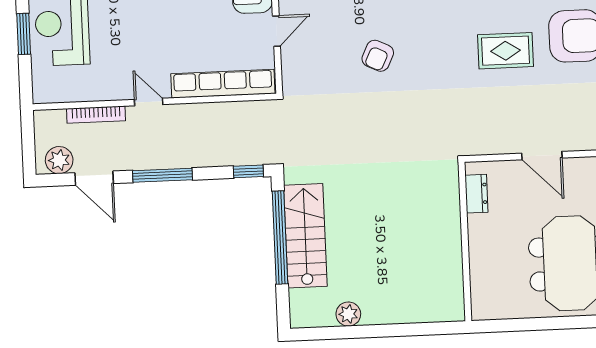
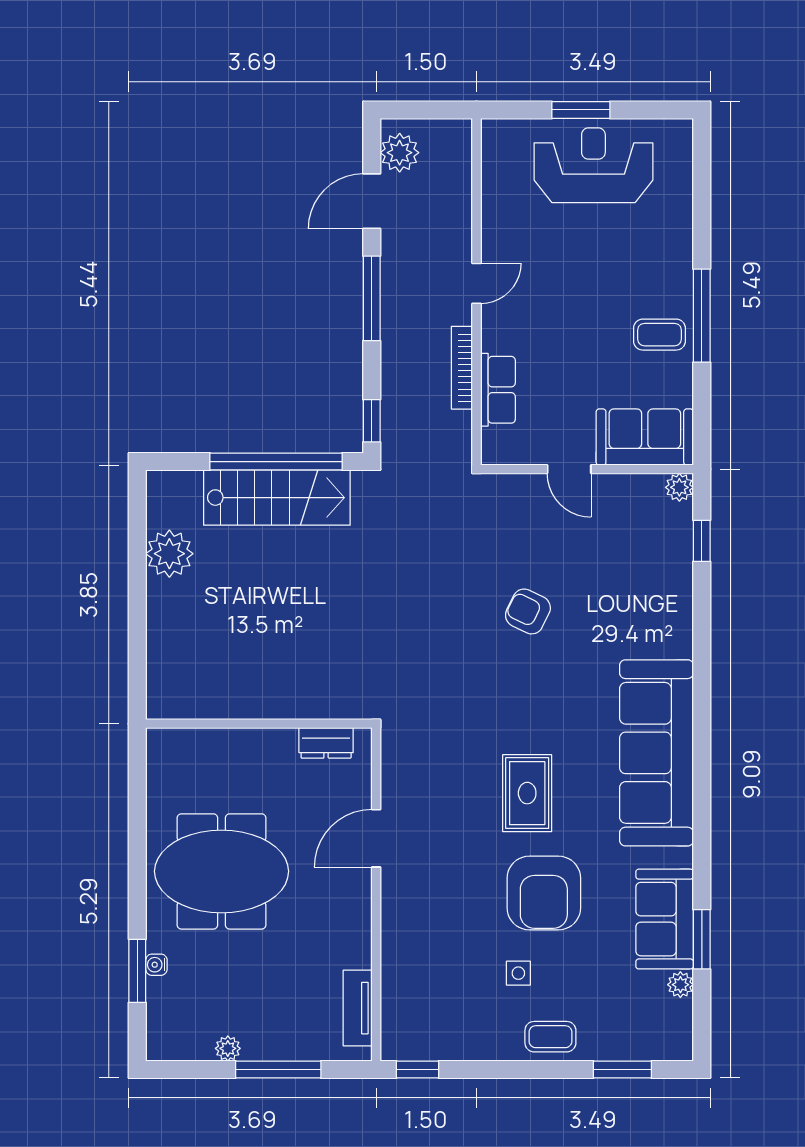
row of seats: (223, 84) -> (498, 390), width x0.50
bookcase: (96, 115) -> (462, 368), moved
plant: (348, 314) -> (169, 554), width x1.36, depth x1.36

